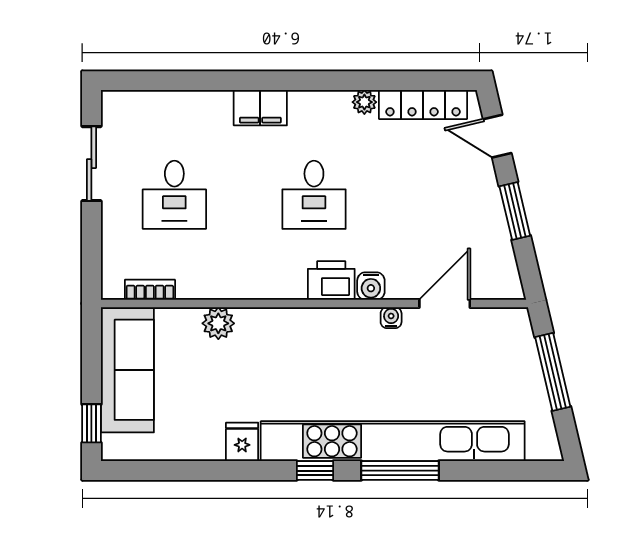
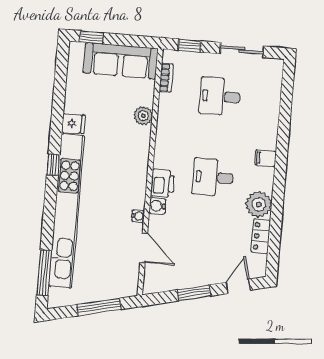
plant: (364, 102) -> (259, 204), width x1.87, depth x1.87
locker: (423, 104) -> (261, 236), width x0.66
filing cabinet: (260, 108) -> (265, 158), width x0.50
window: (91, 254) -> (190, 46), added
window: (400, 471) -> (44, 273), moved

